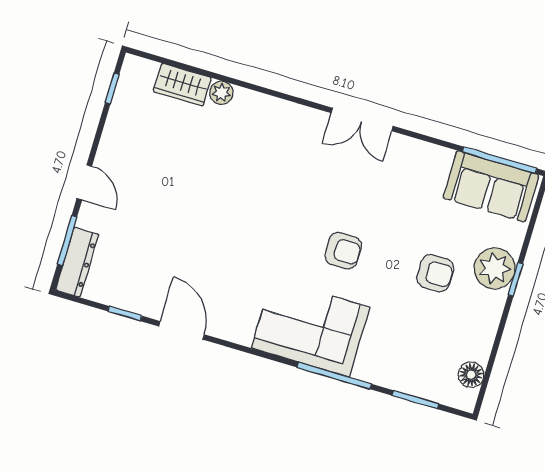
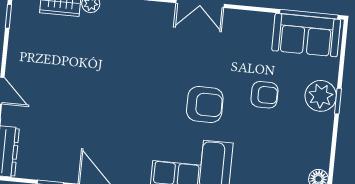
armchair: (343, 251) -> (205, 105), width x1.38, depth x1.38
armchair: (435, 273) -> (264, 95), moved

